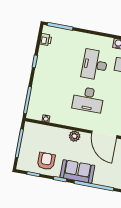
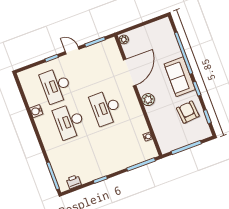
desk: (95, 65) -> (69, 121), turned 90
desk: (88, 99) -> (106, 108), turned 180
armchair: (46, 161) -> (188, 112), turned 85

